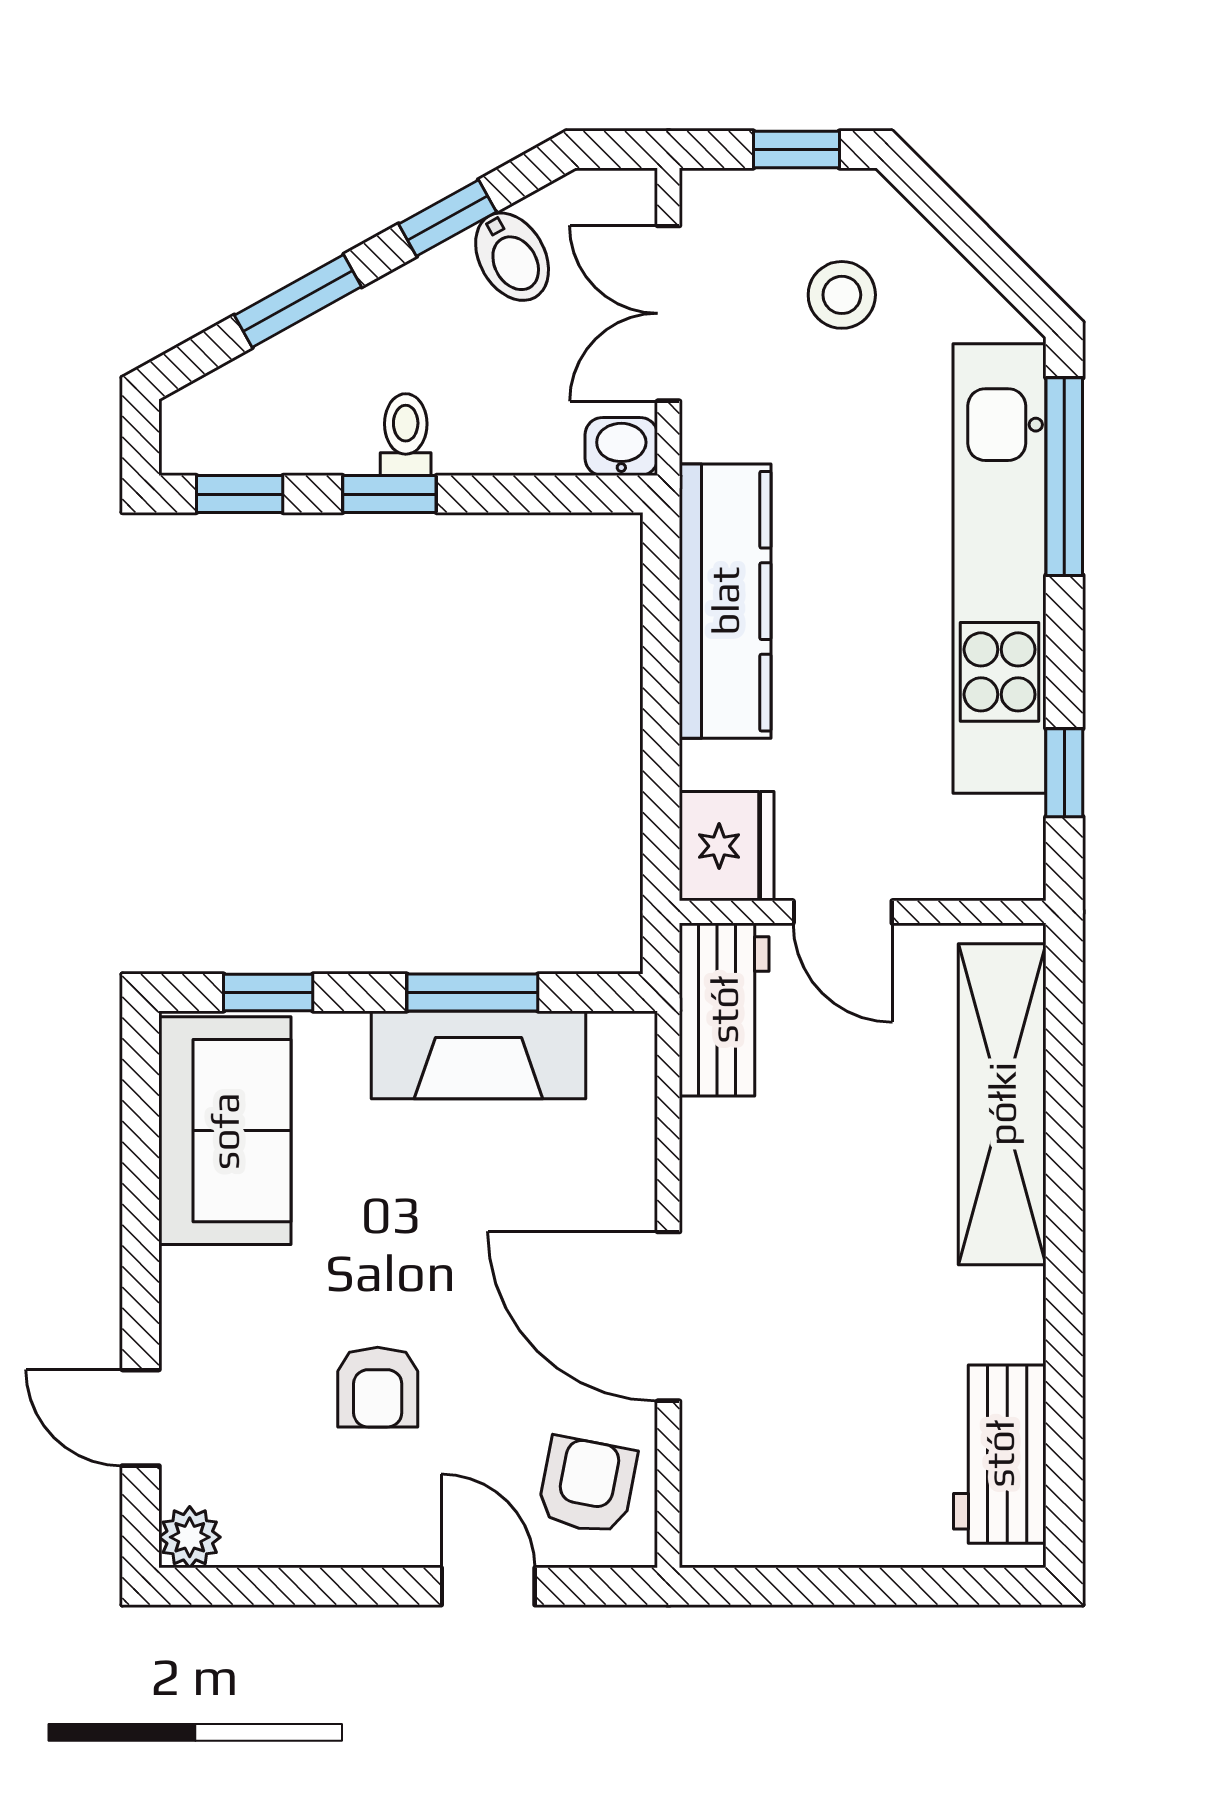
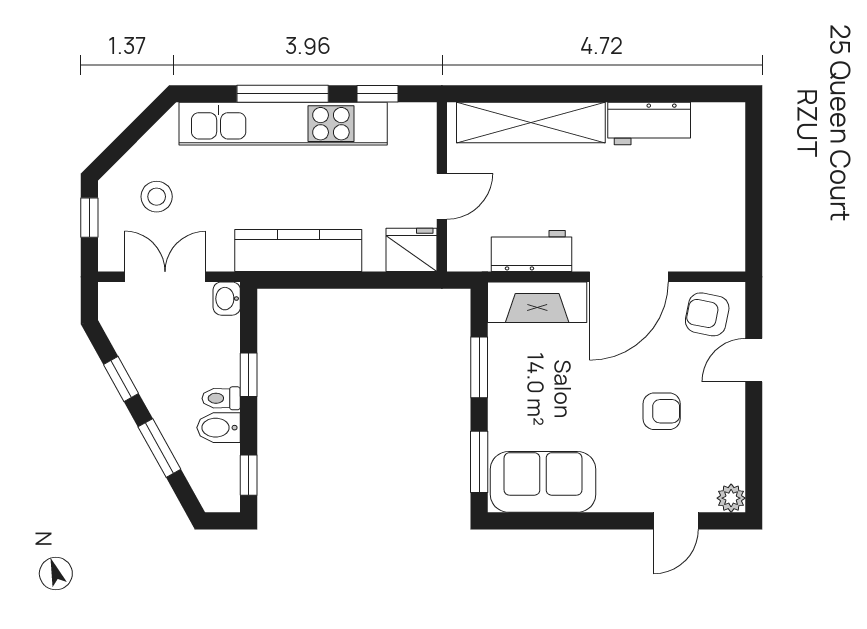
bidet: (512, 257) -> (219, 428), moved, turned -151
double door: (668, 313) -> (165, 277), swing flipped
window: (1064, 477) -> (283, 94), moved
window: (389, 494) -> (249, 375), moved
window: (268, 993) -> (479, 462), width x1.50
workbench: (724, 1010) -> (531, 251), moved
fireplace: (478, 1055) -> (537, 302), moved, turned 90
workbench: (1000, 1454) -> (649, 124), moved

